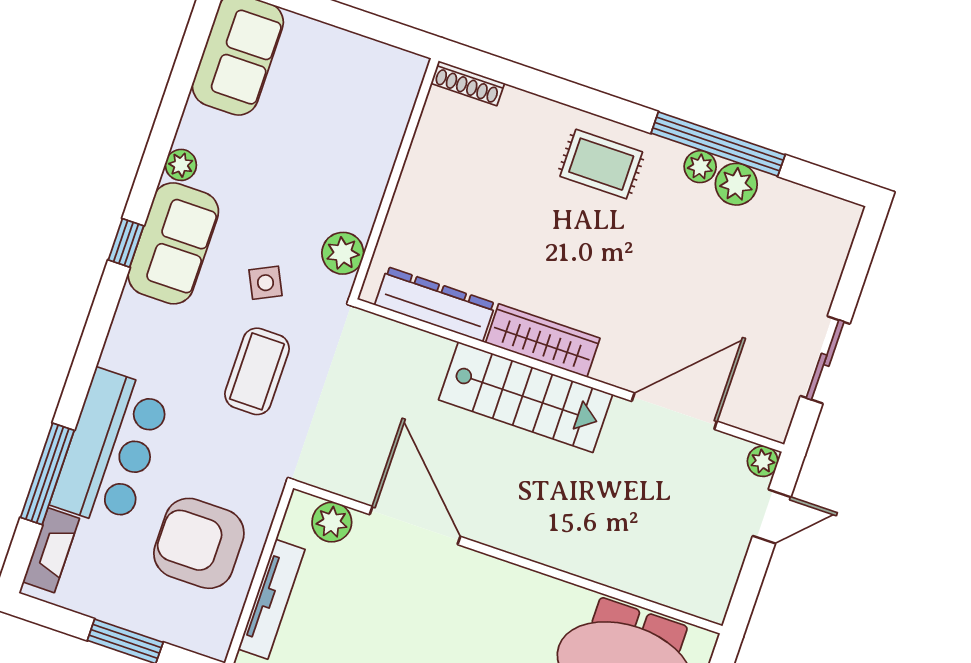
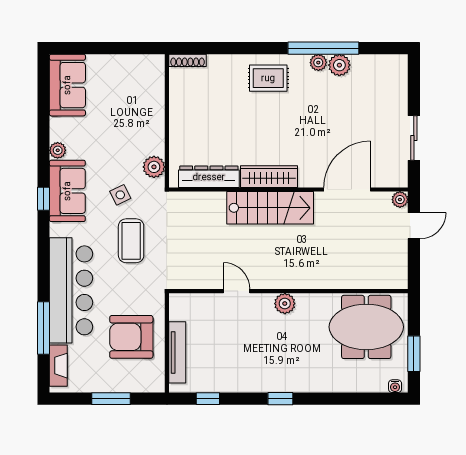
bar counter: (111, 449) -> (71, 290), width x1.36
plant: (332, 522) -> (285, 304), moved
door: (415, 526) -> (237, 291), width x0.53

